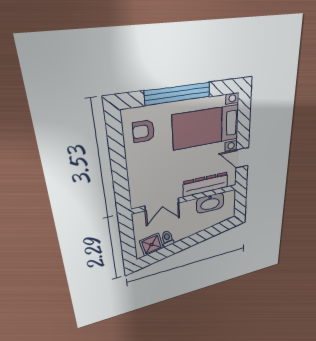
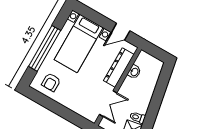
washbasin: (210, 203) -> (134, 72), width x0.52, depth x0.69

